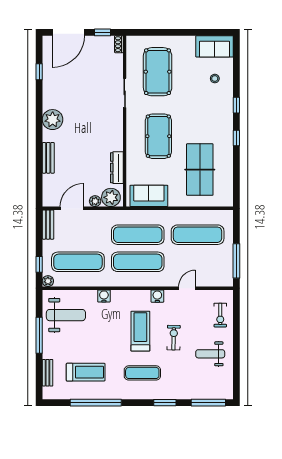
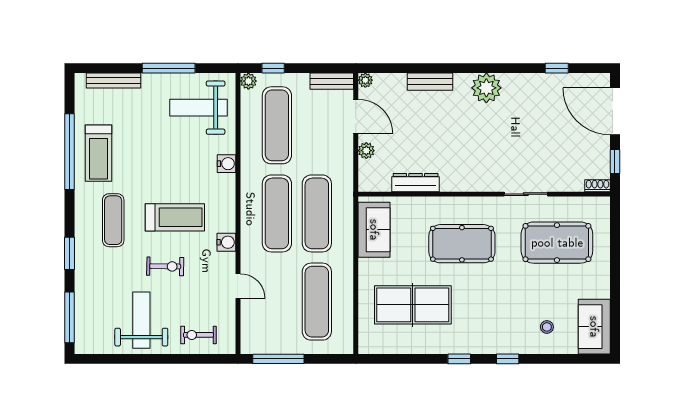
plant: (111, 197) -> (365, 80), moved, width x0.53, depth x0.53
weight bench: (66, 315) -> (198, 108), turned 90
weight bench: (210, 354) -> (141, 320), width x1.36, depth x1.33
treadmill: (86, 372) -> (98, 153), moved
bench: (48, 373) -> (113, 81), width x1.36

